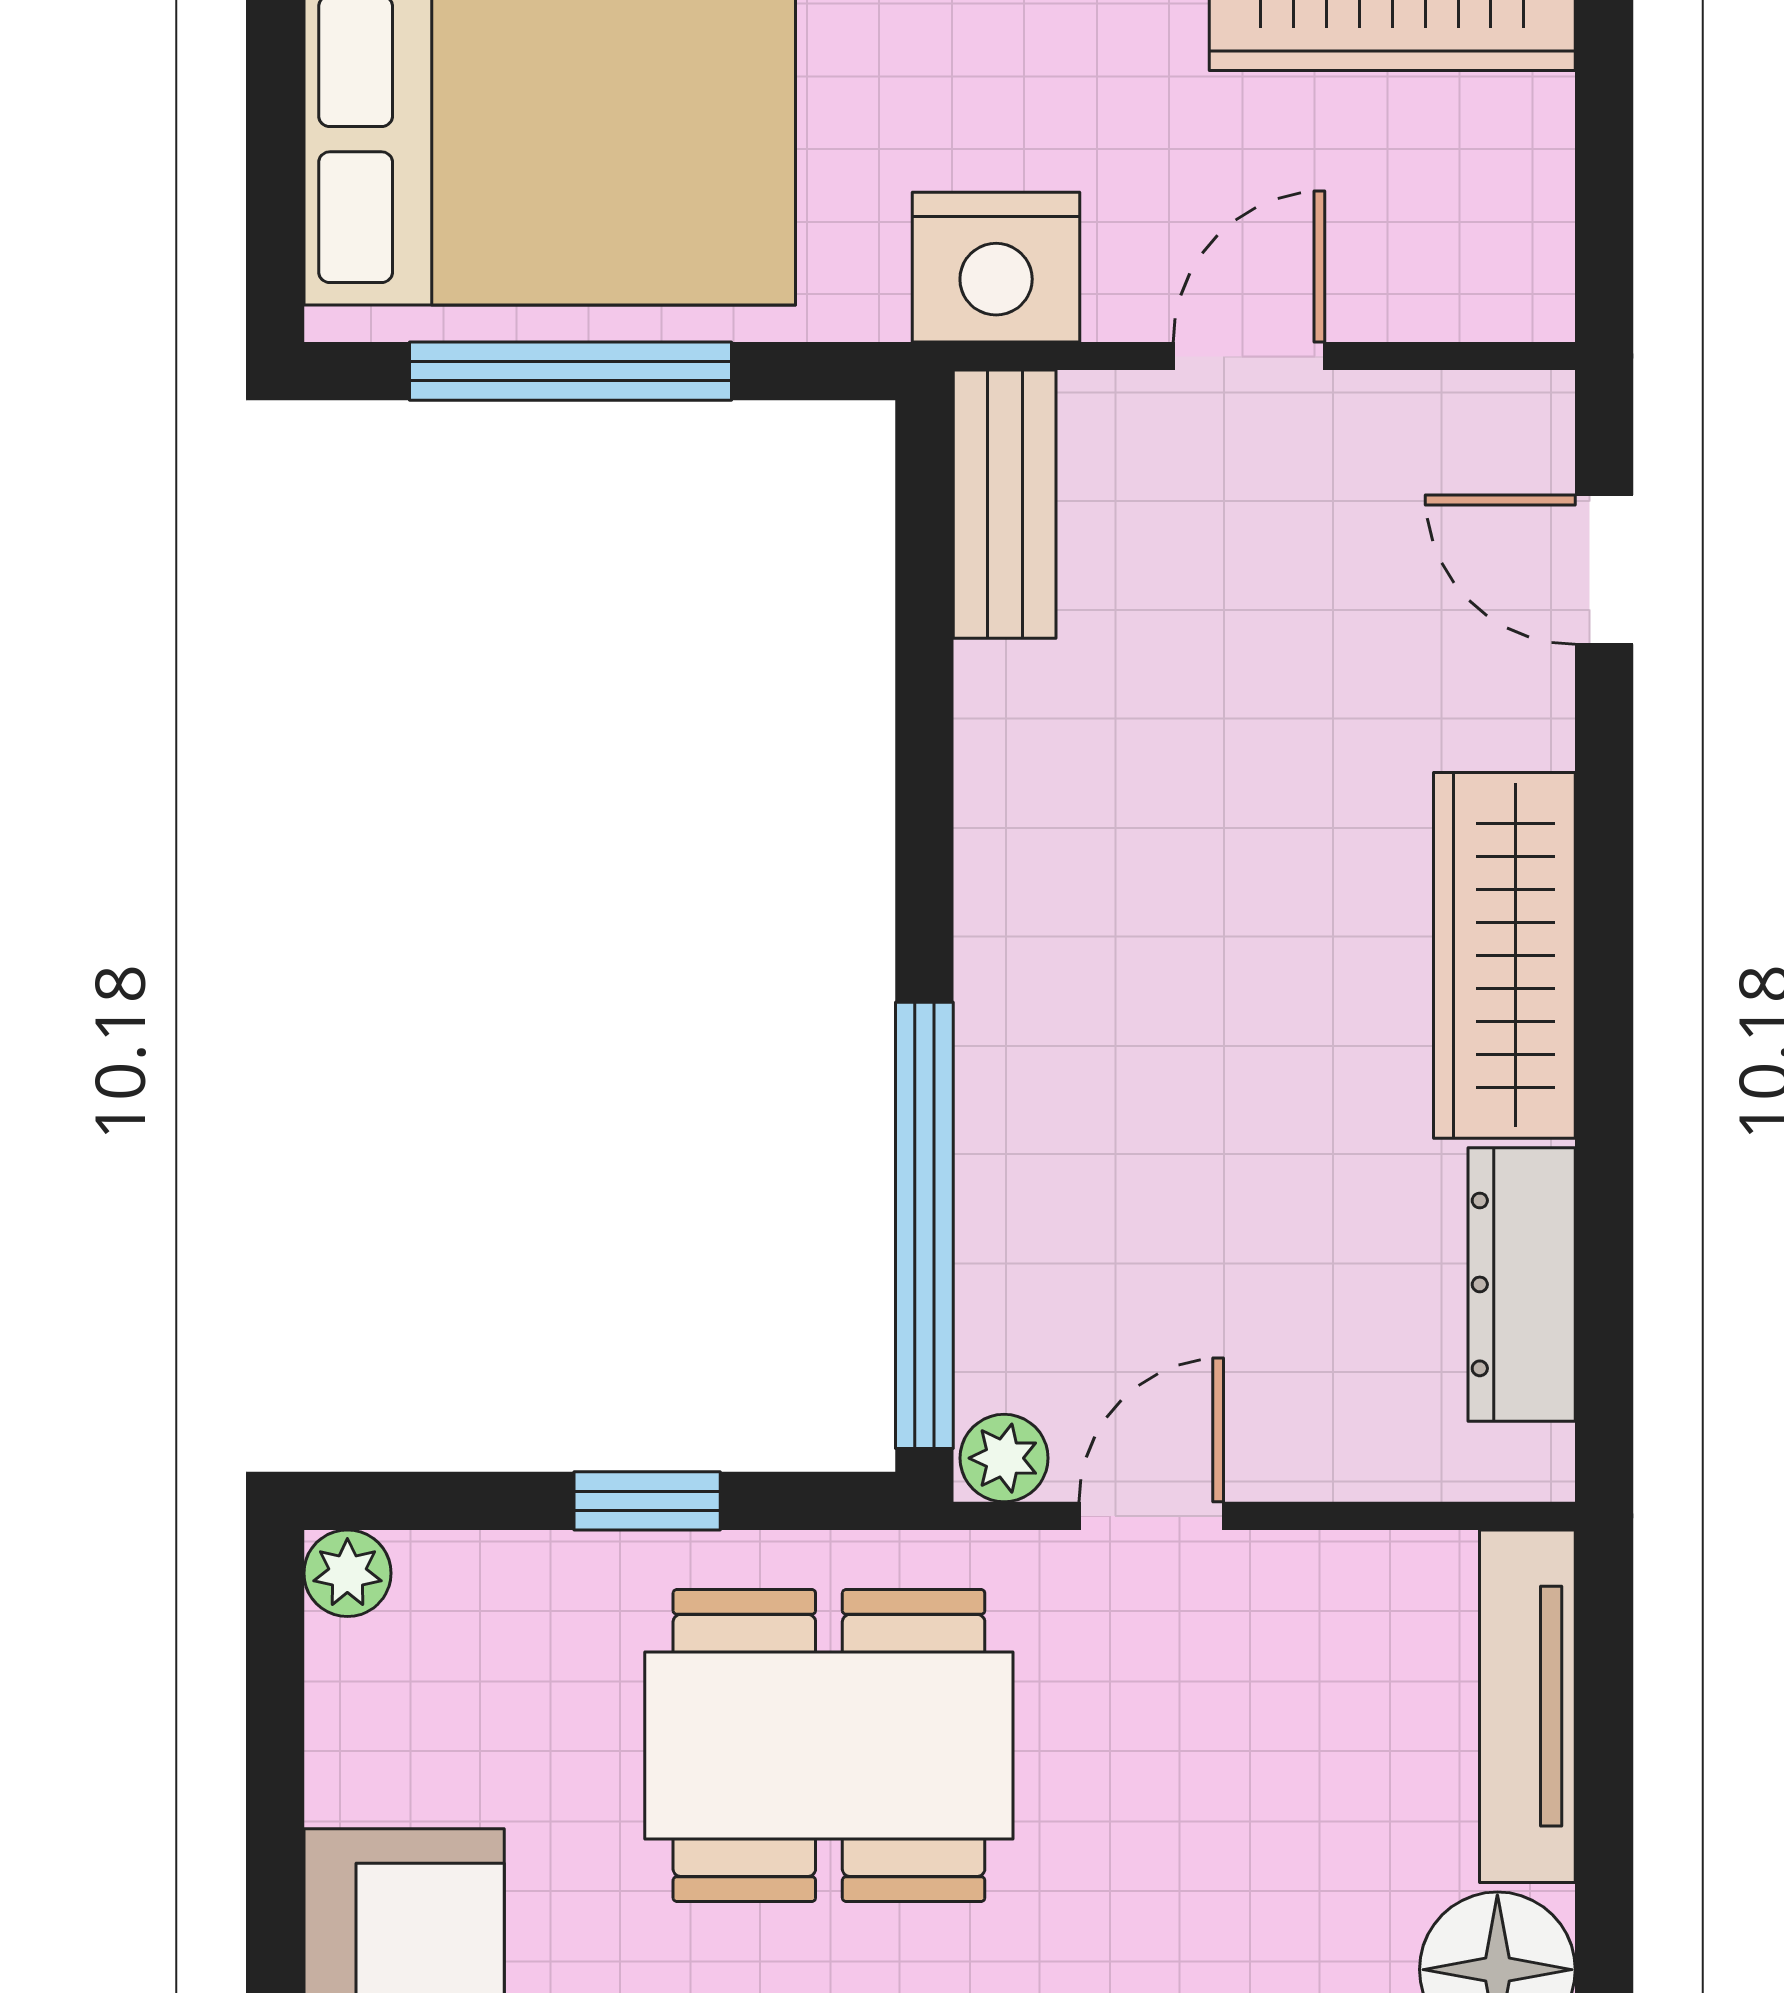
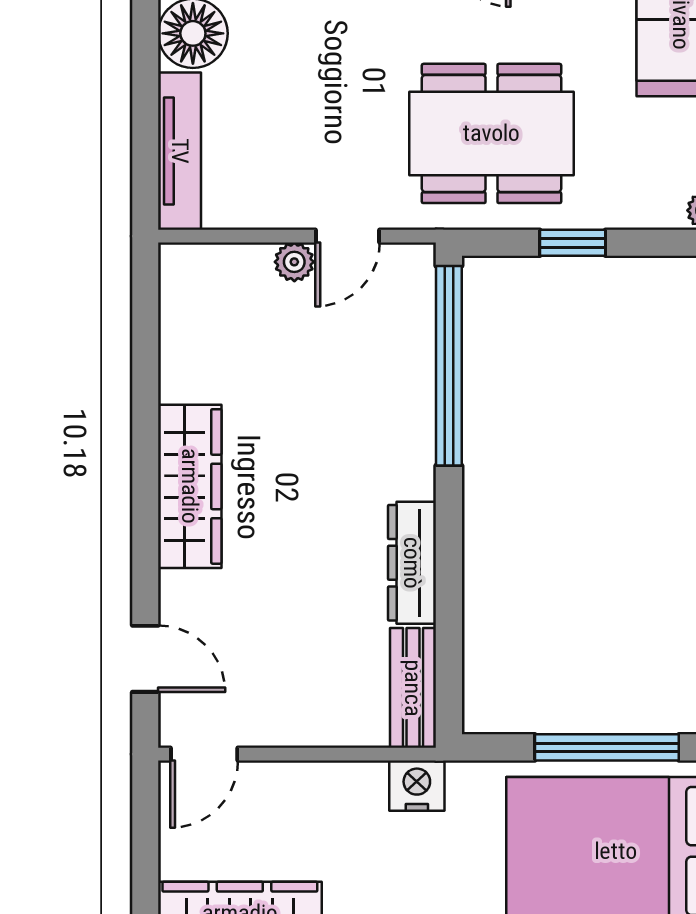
nightstand: (996, 267) -> (417, 786), width x0.74, depth x0.75
door: (1249, 356) -> (204, 754), moved
dresser: (1522, 1284) -> (412, 563), moved, turned 180
plant: (1004, 1458) -> (294, 262), moved

